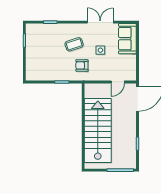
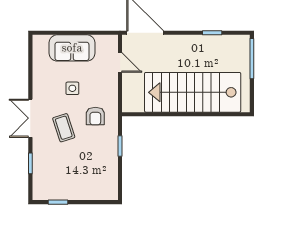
double door: (100, 22) -> (30, 118), moved
sofa: (127, 39) -> (72, 48), moved

